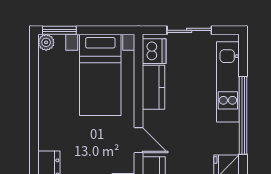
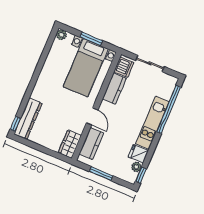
window: (59, 30) -> (91, 39), moved
kitchen unit: (228, 82) -> (152, 123), moved
window: (243, 115) -> (169, 109), moved

